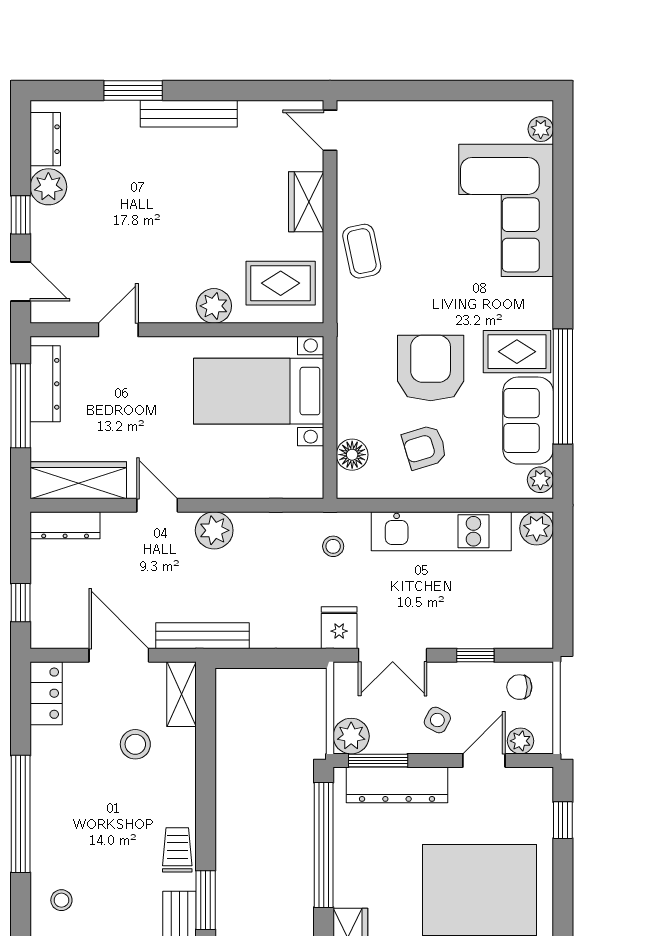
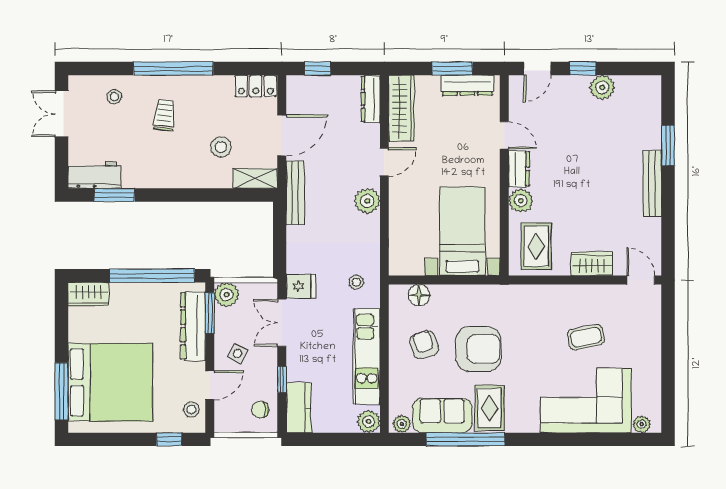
door: (330, 130) -> (641, 280), hinge flipped
dresser: (45, 139) -> (519, 169), moved, turned -90
coffee table: (362, 251) -> (586, 337), moved
window: (21, 406) -> (452, 69), width x0.69
kitchen counter: (517, 631) -> (299, 408), added
chair: (519, 687) -> (260, 410), turned -90
plant: (520, 741) -> (223, 410), removed
door: (484, 760) -> (210, 385), hinge flipped
stool: (519, 787) -> (191, 410), added
trolley: (177, 850) -> (165, 115), moved, turned -84

